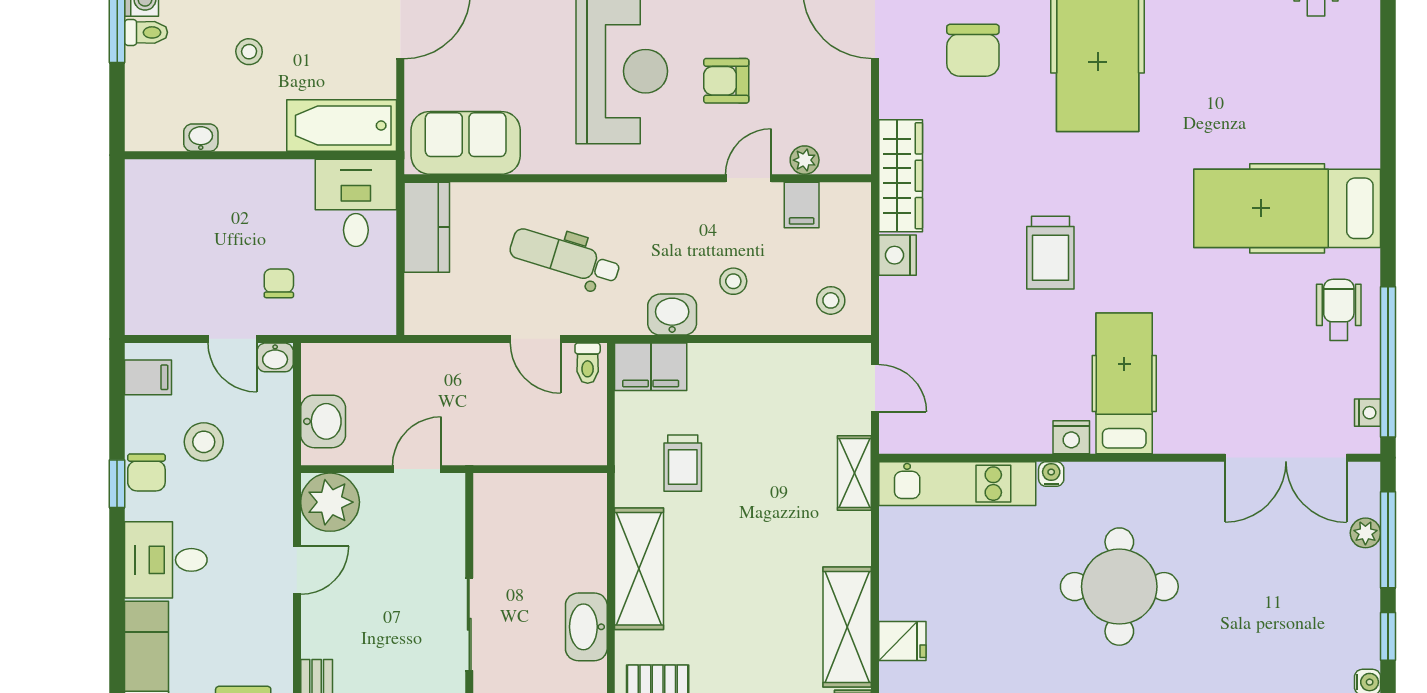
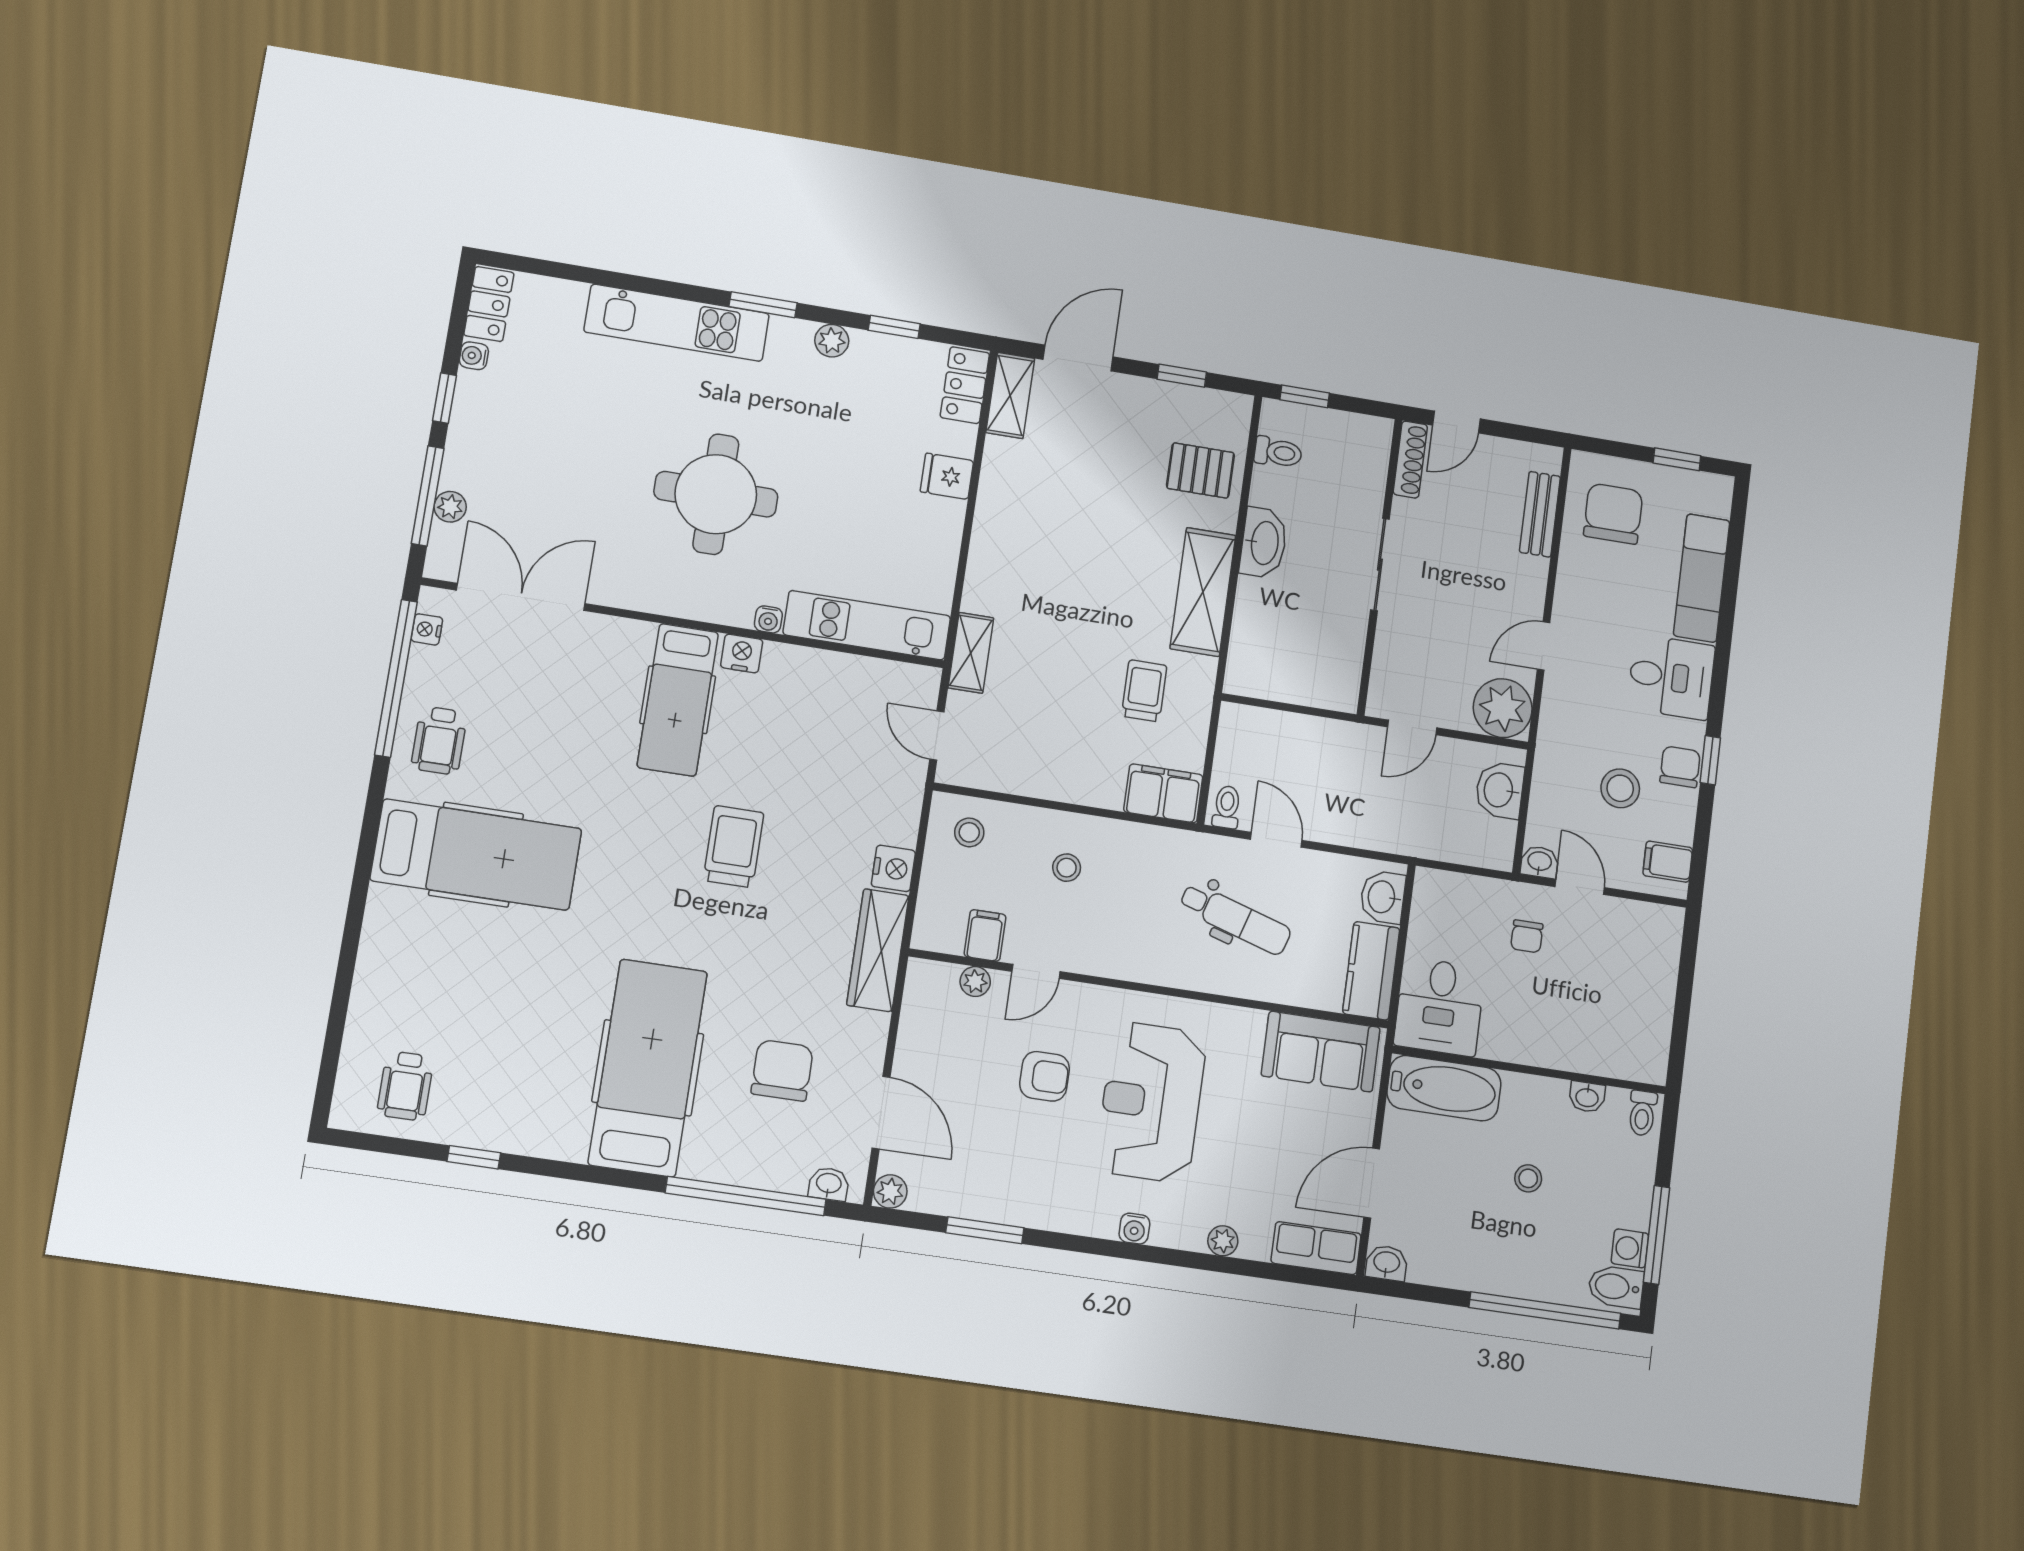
toilet: (146, 32) -> (1642, 1113), moved, turned -90
washbasin: (672, 315) -> (1383, 897), moved, turned 90
shelving: (847, 627) -> (1001, 499), removed

